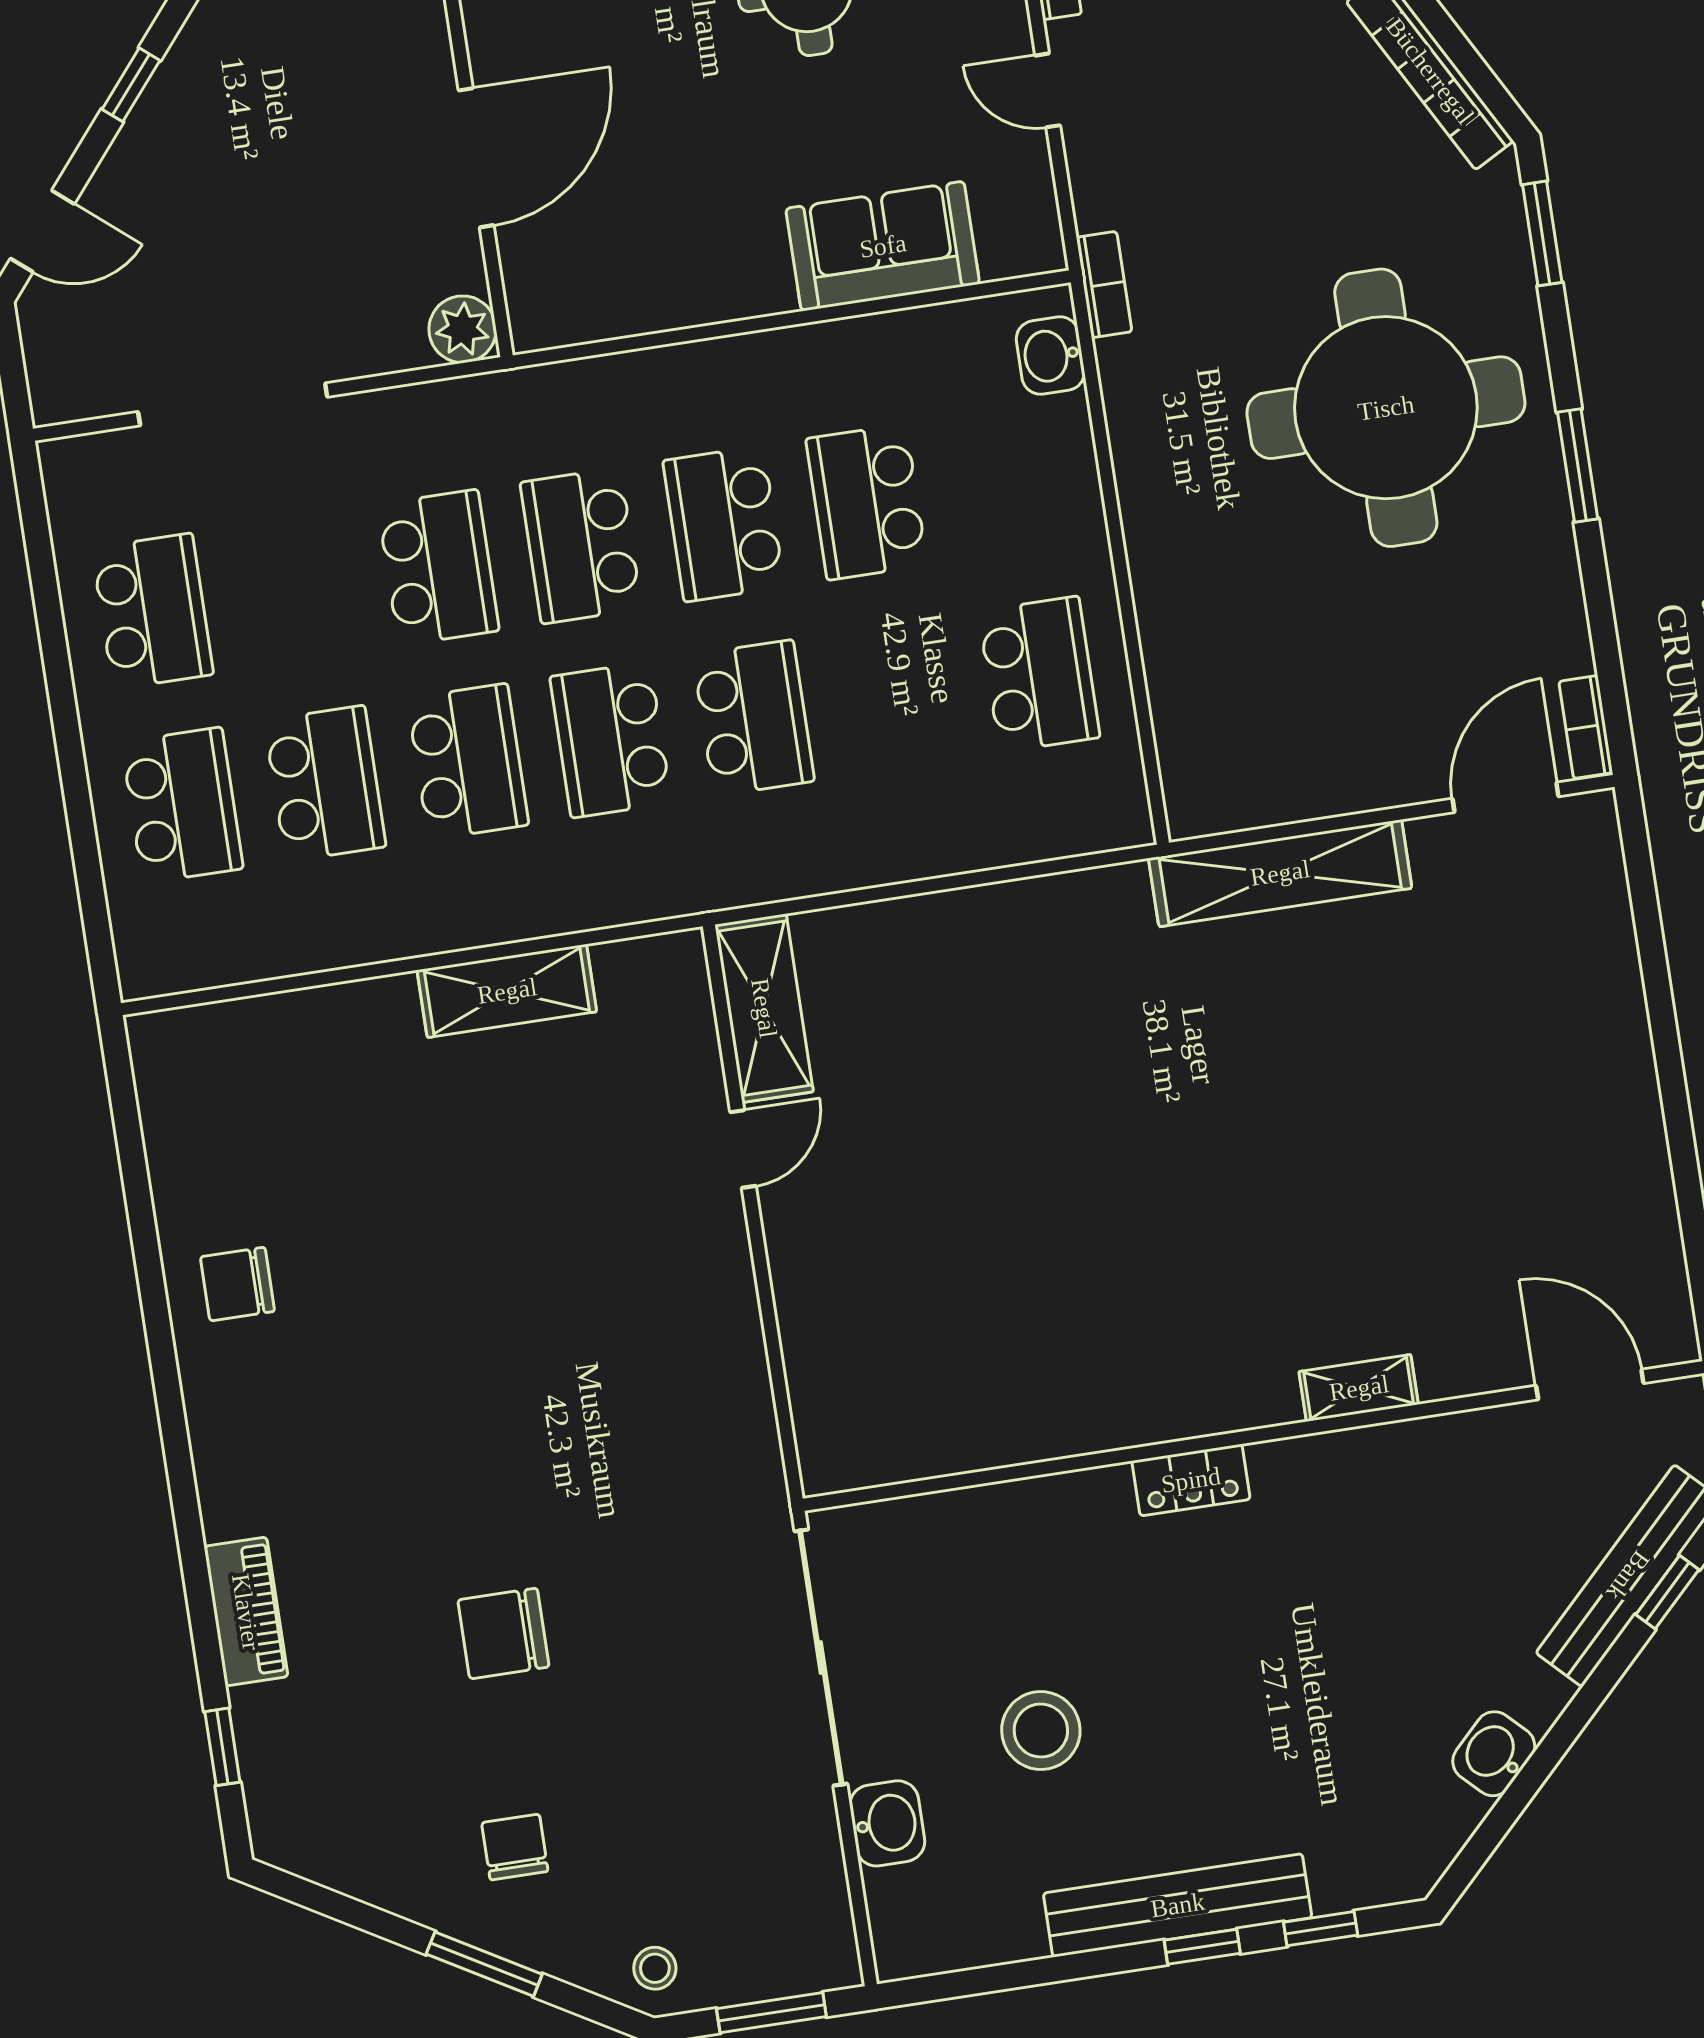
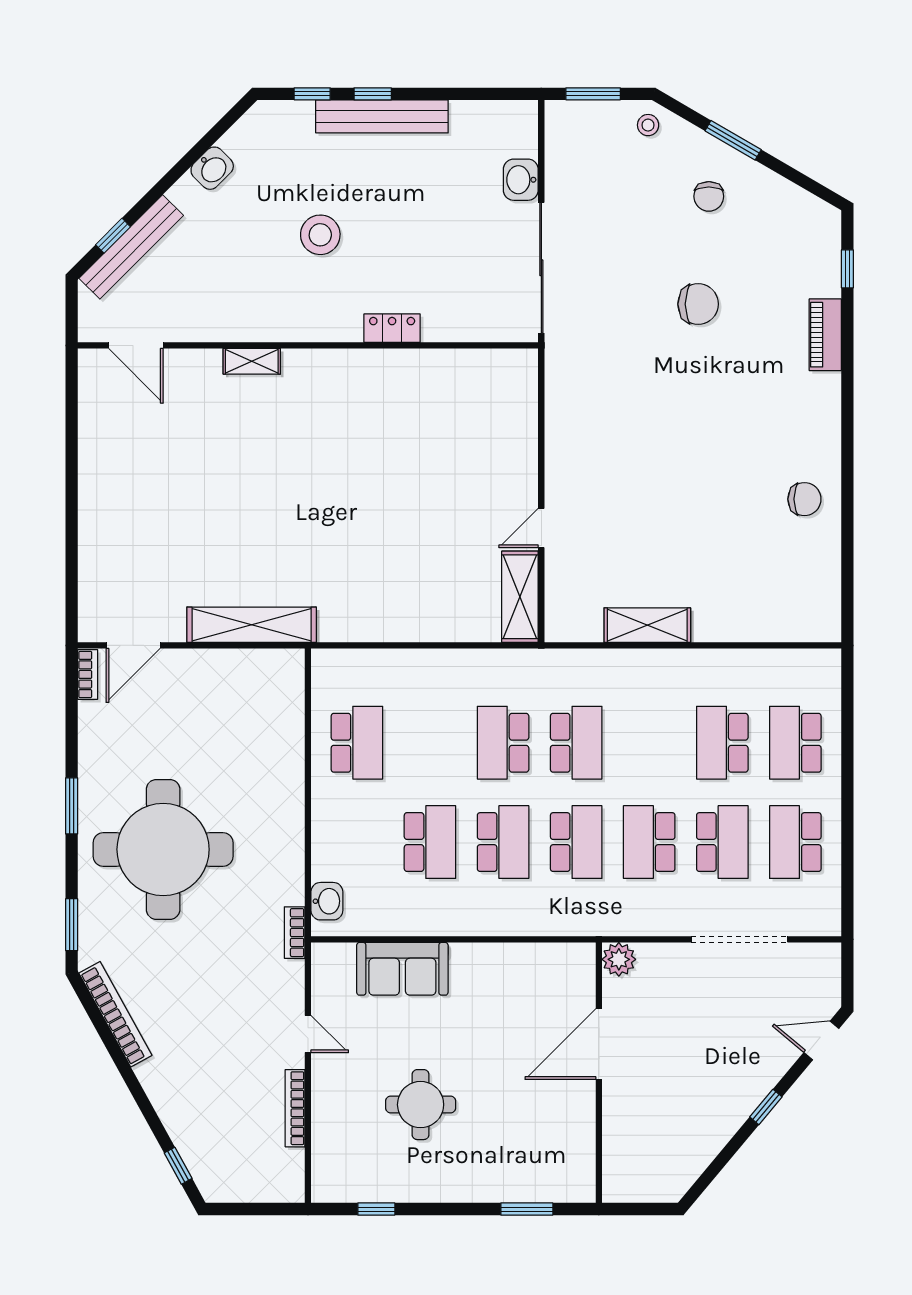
school desk: (1039, 674) -> (357, 743), turned 180
school desk: (468, 762) -> (722, 842), moved, turned 180
locker: (1191, 1480) -> (392, 328), moved
stool: (1041, 1731) -> (320, 235), moved

